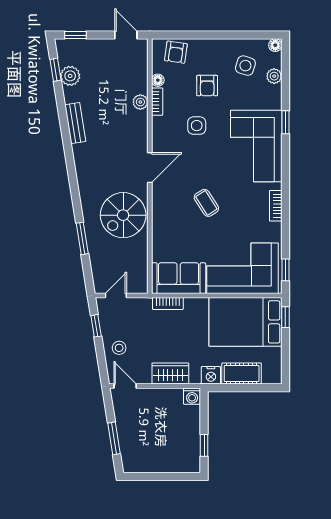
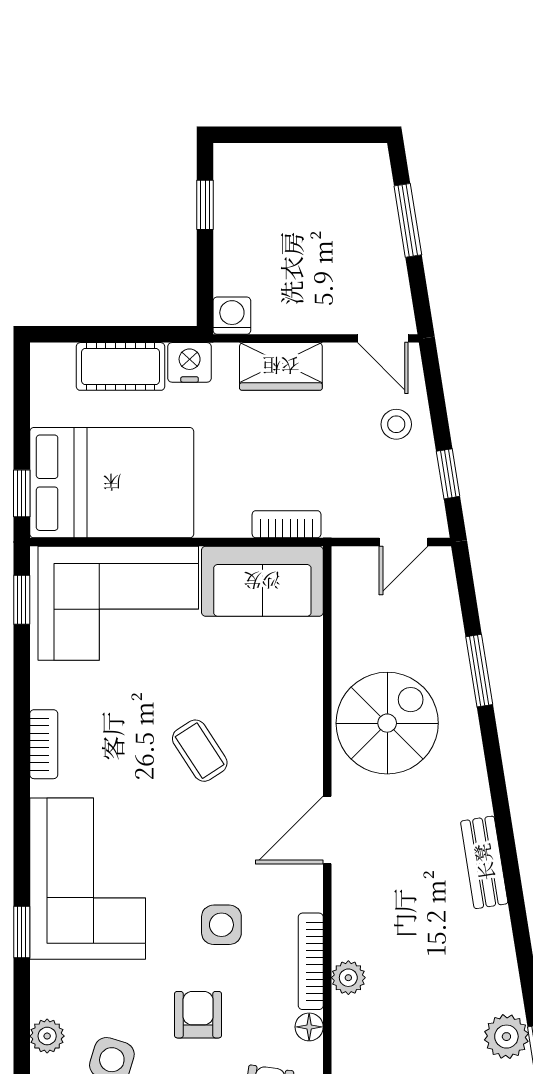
bookcase: (157, 102) -> (311, 961), width x1.56
bench: (75, 123) -> (484, 862), moved

